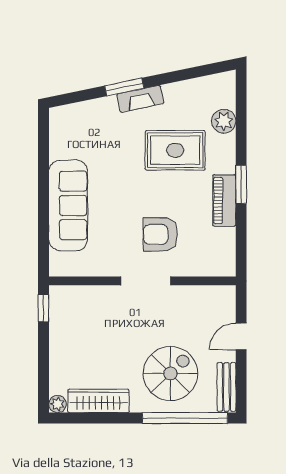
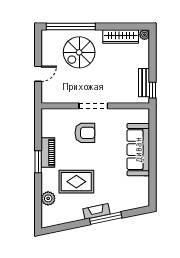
window: (124, 87) -> (106, 218), width x1.44
bench: (226, 387) -> (144, 83), moved

